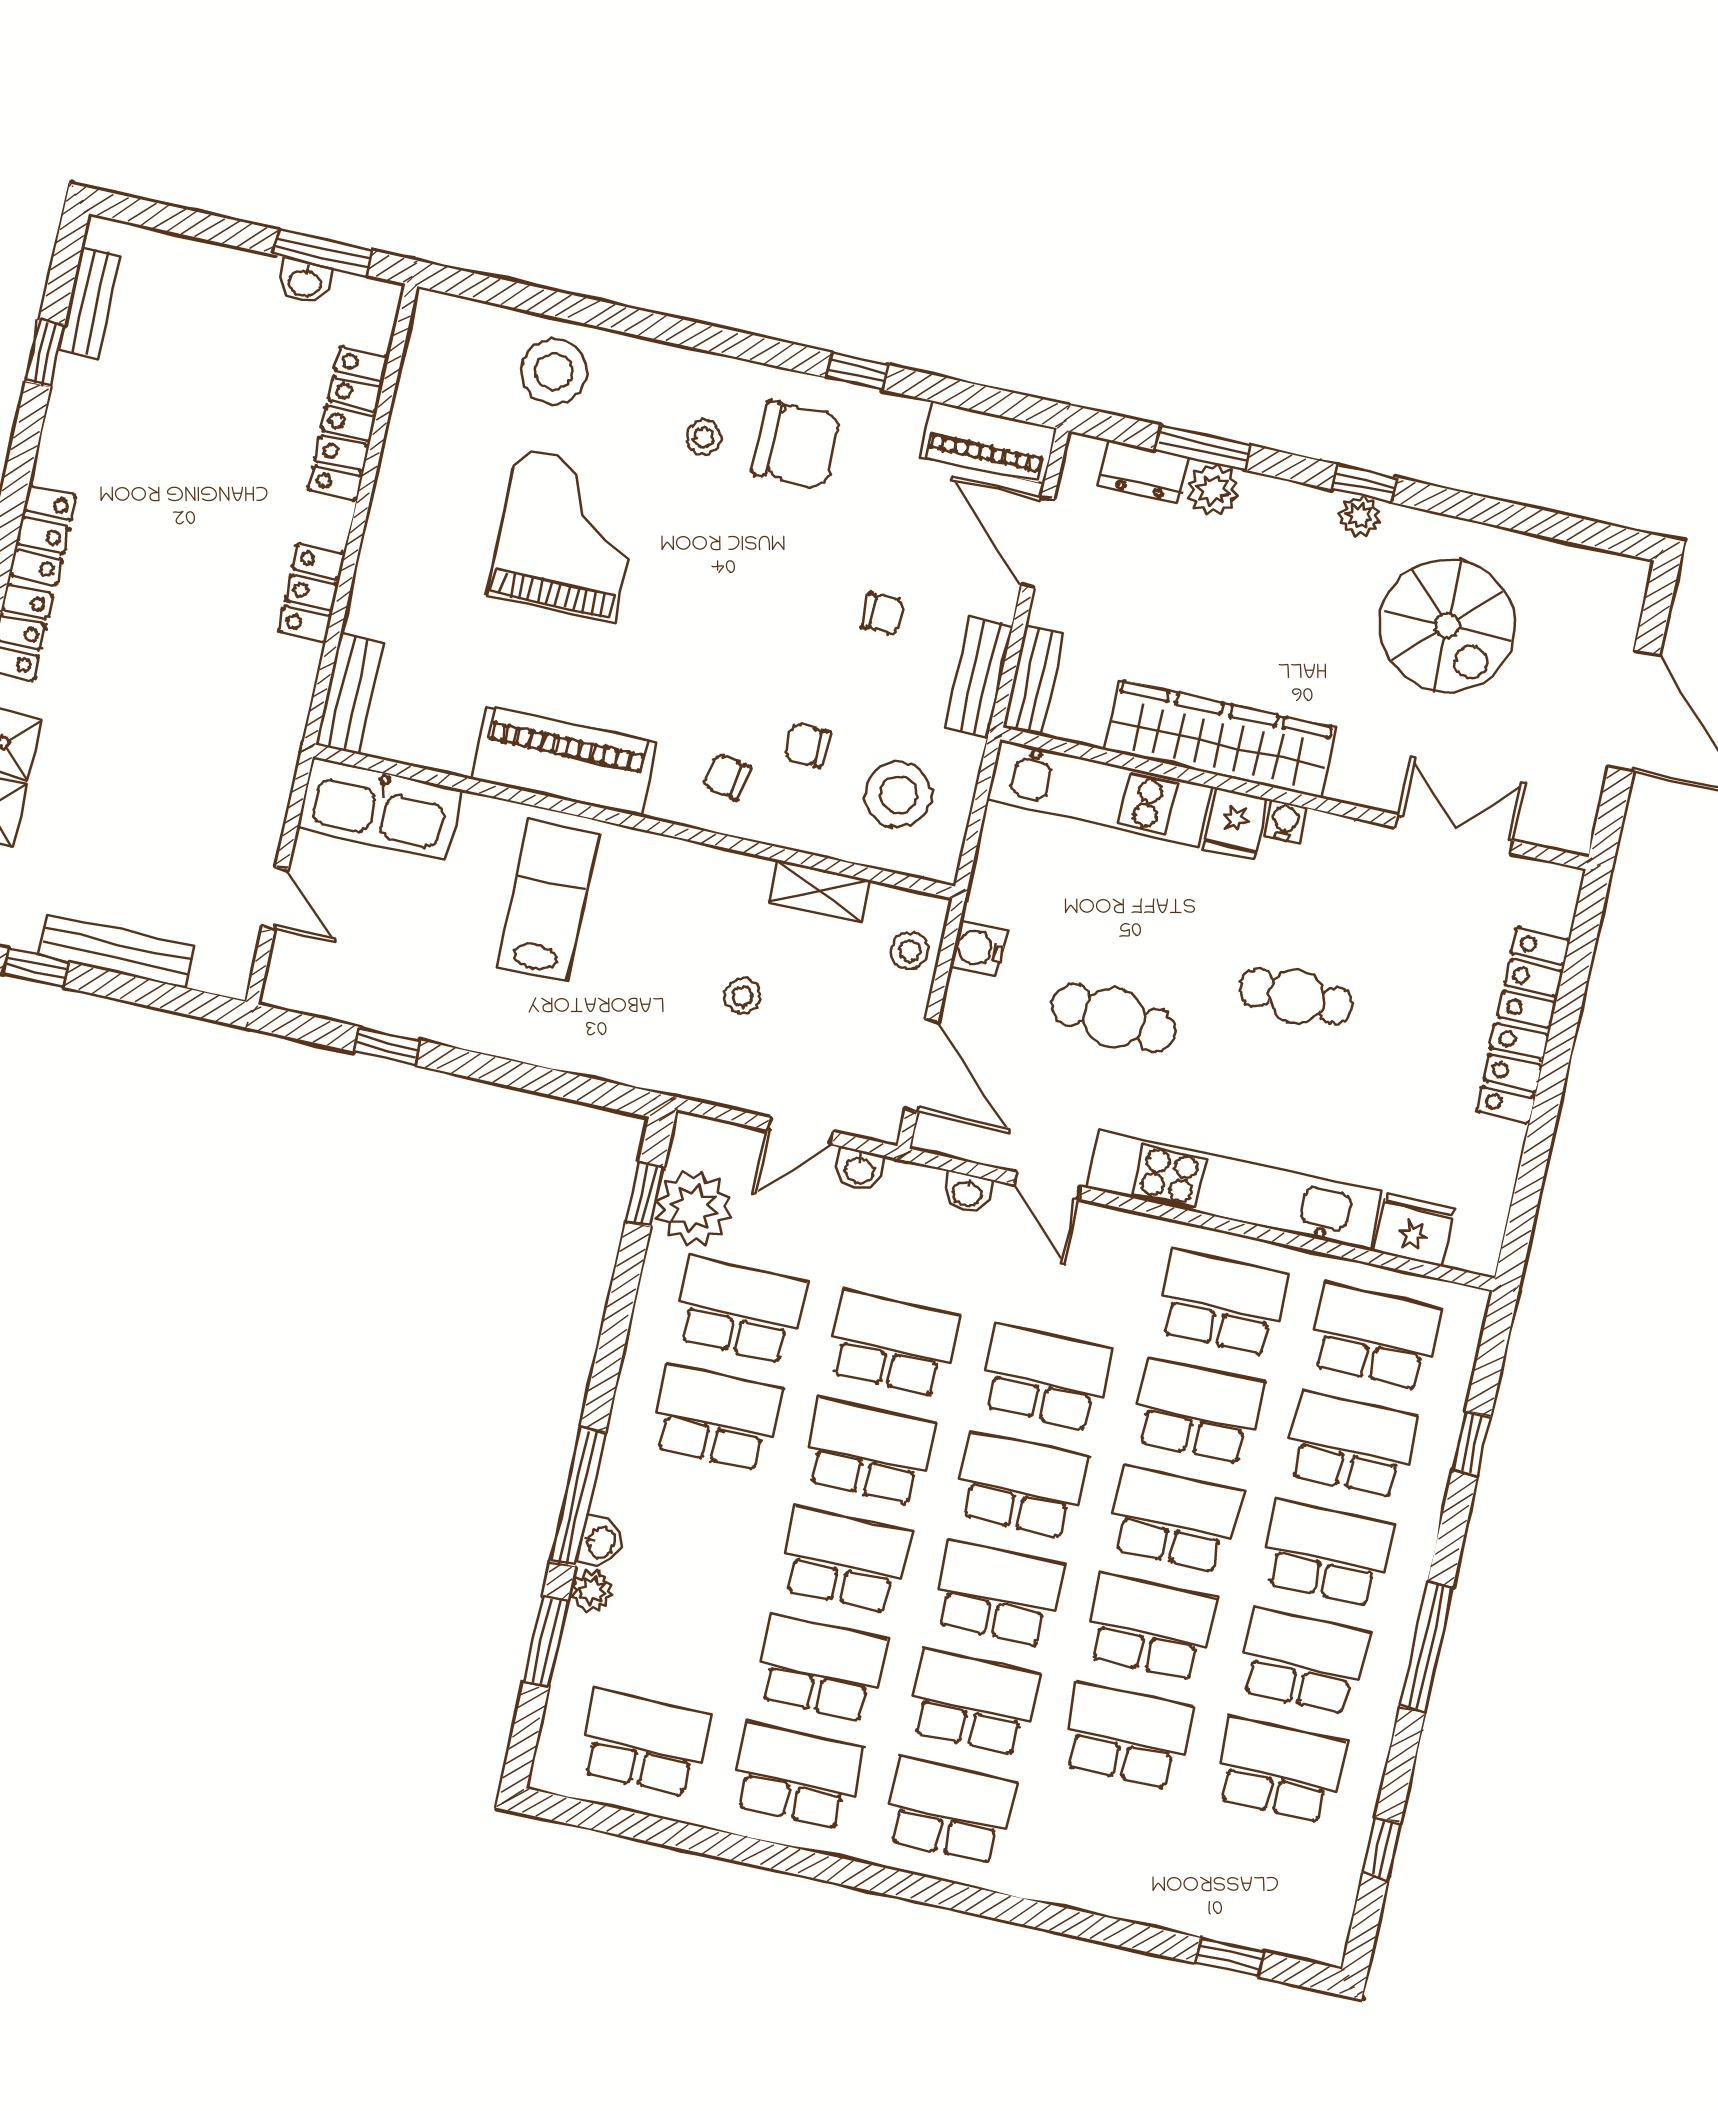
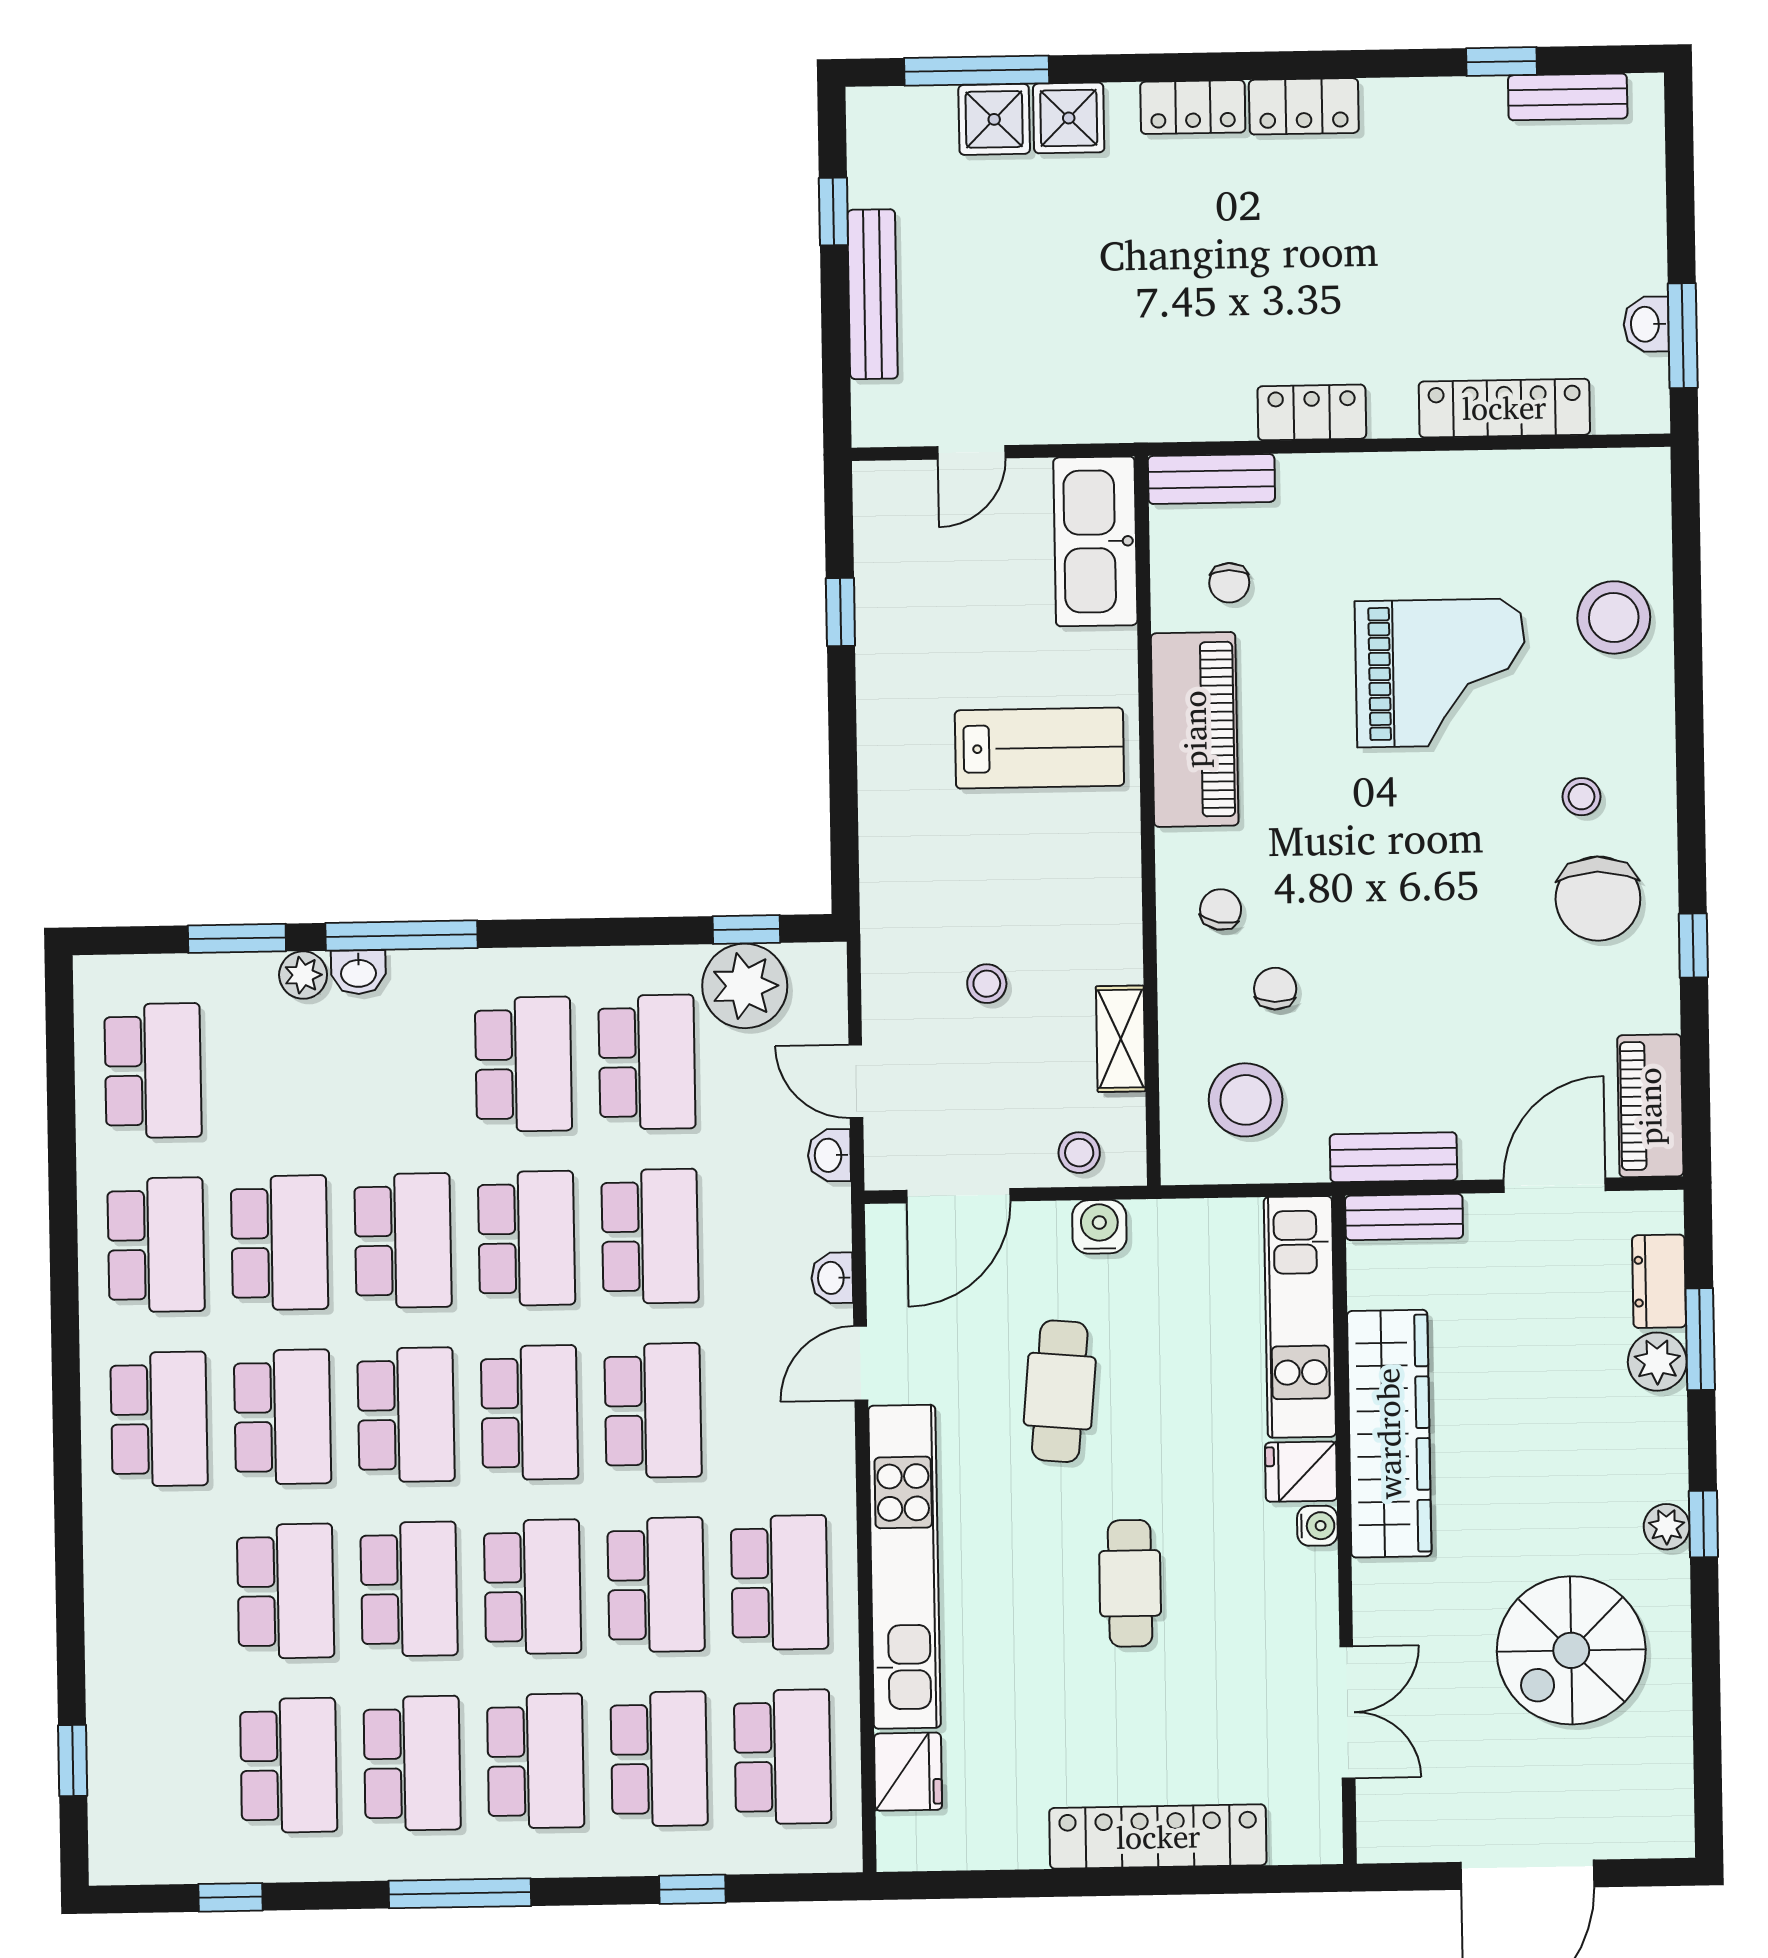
chair: (882, 614) -> (1229, 583), moved

